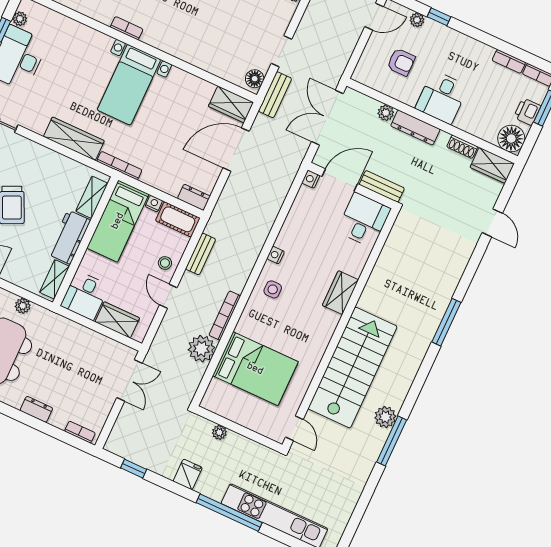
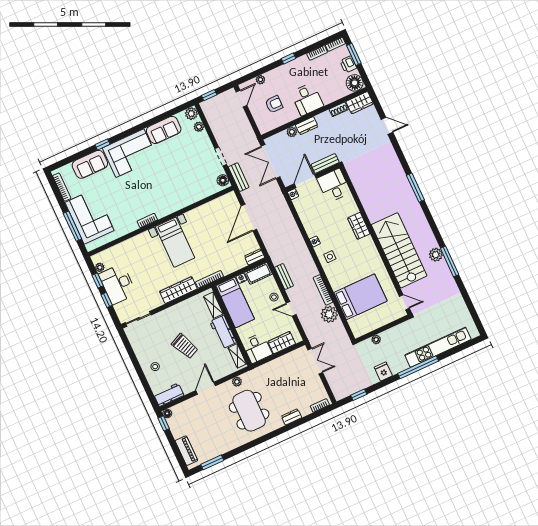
window: (439, 17) -> (289, 58), moved
wardrobe: (231, 104) -> (225, 202), removed
dresser: (415, 128) -> (307, 126), width x0.70

